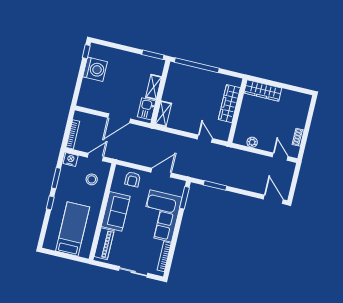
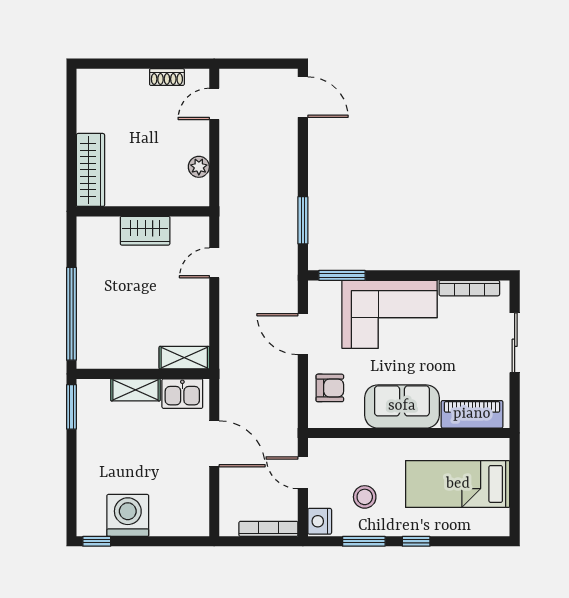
wardrobe: (229, 104) -> (145, 231), width x0.67
stool: (92, 179) -> (365, 497), moved
door: (273, 199) -> (303, 97), swing flipped

